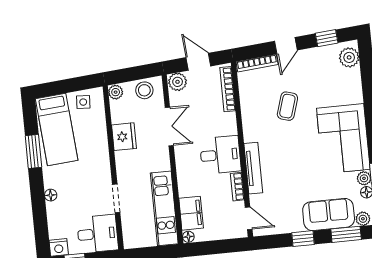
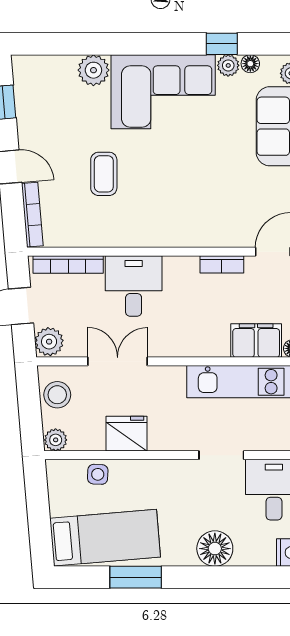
plant: (349, 57) -> (93, 70), moved
side table: (83, 102) -> (98, 474), moved
coffee table: (287, 106) -> (104, 174), turned 73
desk: (220, 155) -> (134, 286), moved
tv unit: (253, 168) -> (195, 237), removed
floor lamp: (51, 195) -> (215, 549), width x1.89, depth x1.89

